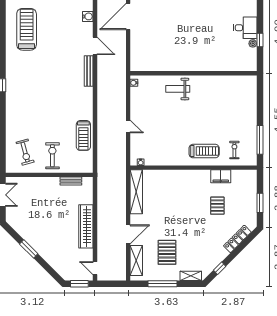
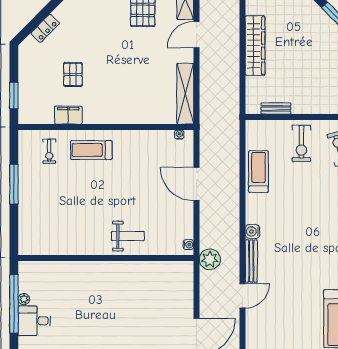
water cooler: (88, 16) -> (252, 231), moved
window: (260, 40) -> (14, 304), width x3.17
door: (95, 46) -> (242, 296), swing flipped
plant: (118, 72) -> (210, 259), added
door: (128, 126) -> (196, 184), width x1.87
window: (260, 140) -> (14, 184), moved
window: (260, 203) -> (14, 95), moved
locker: (237, 239) -> (45, 28), width x0.66

